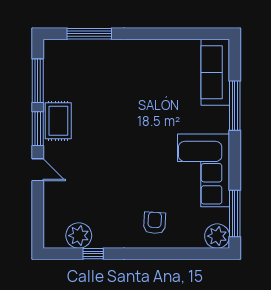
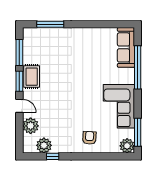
window: (235, 106) -> (138, 67), width x1.46
plant: (56, 203) -> (31, 126), added

